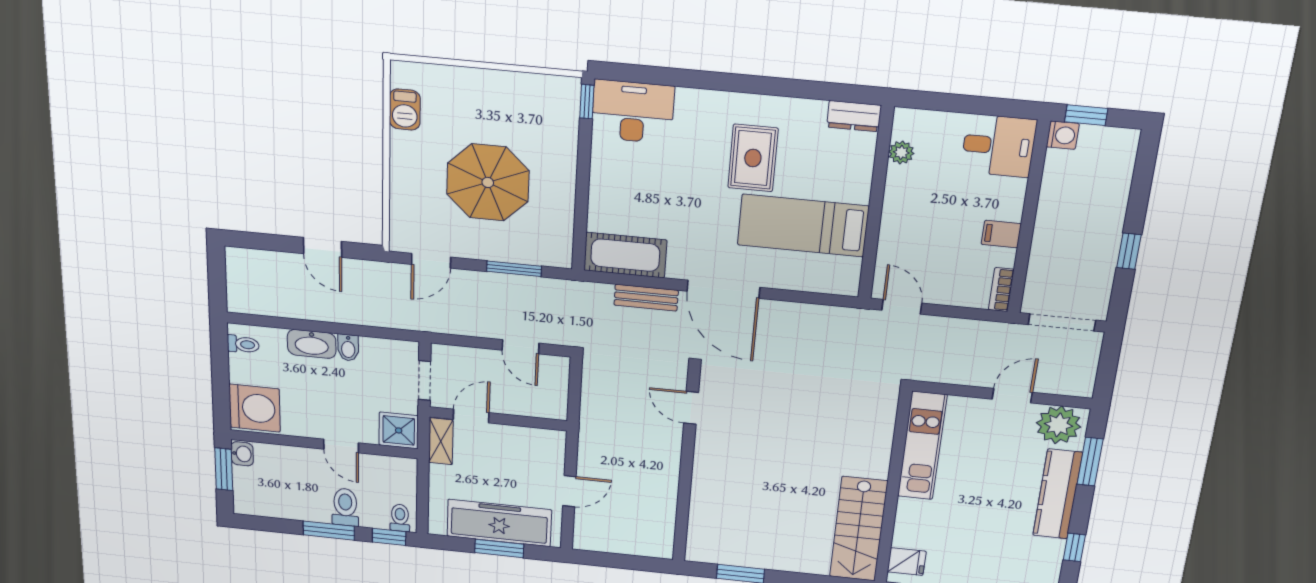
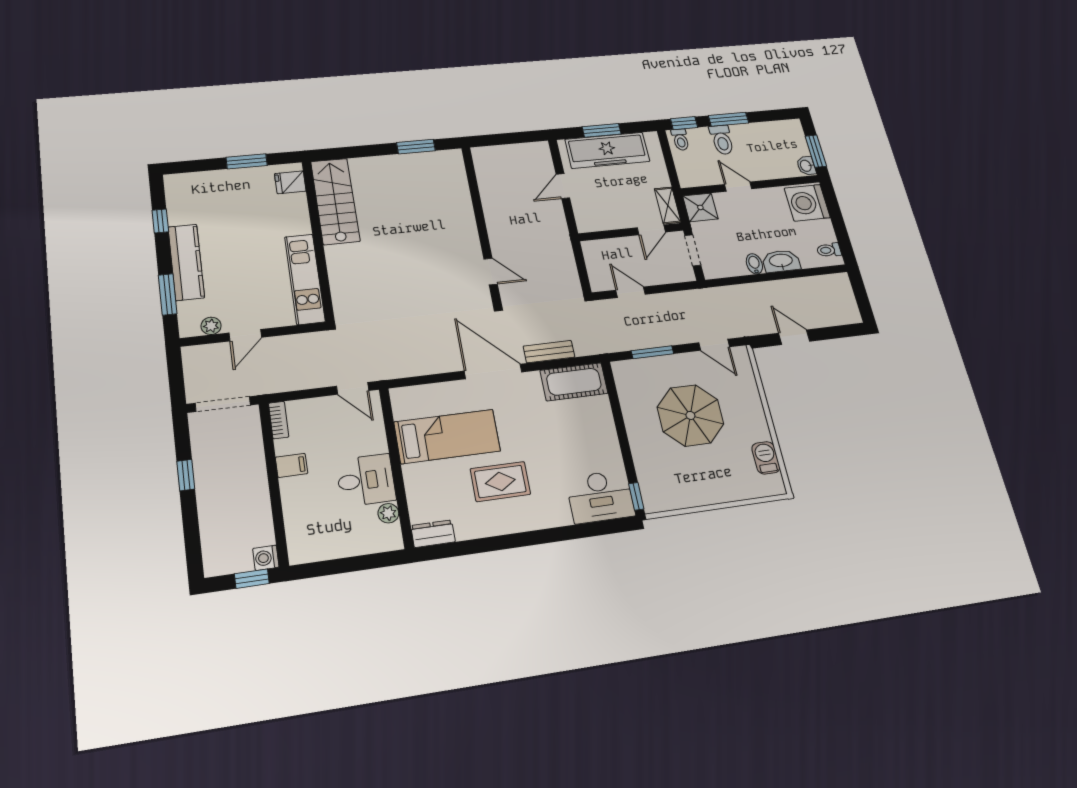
desk: (999, 146) -> (366, 480), moved, turned 180
rug: (753, 158) -> (500, 481), turned 90
door: (431, 261) -> (714, 345), swing flipped
plant: (1059, 425) -> (211, 326), width x0.53, depth x0.53

